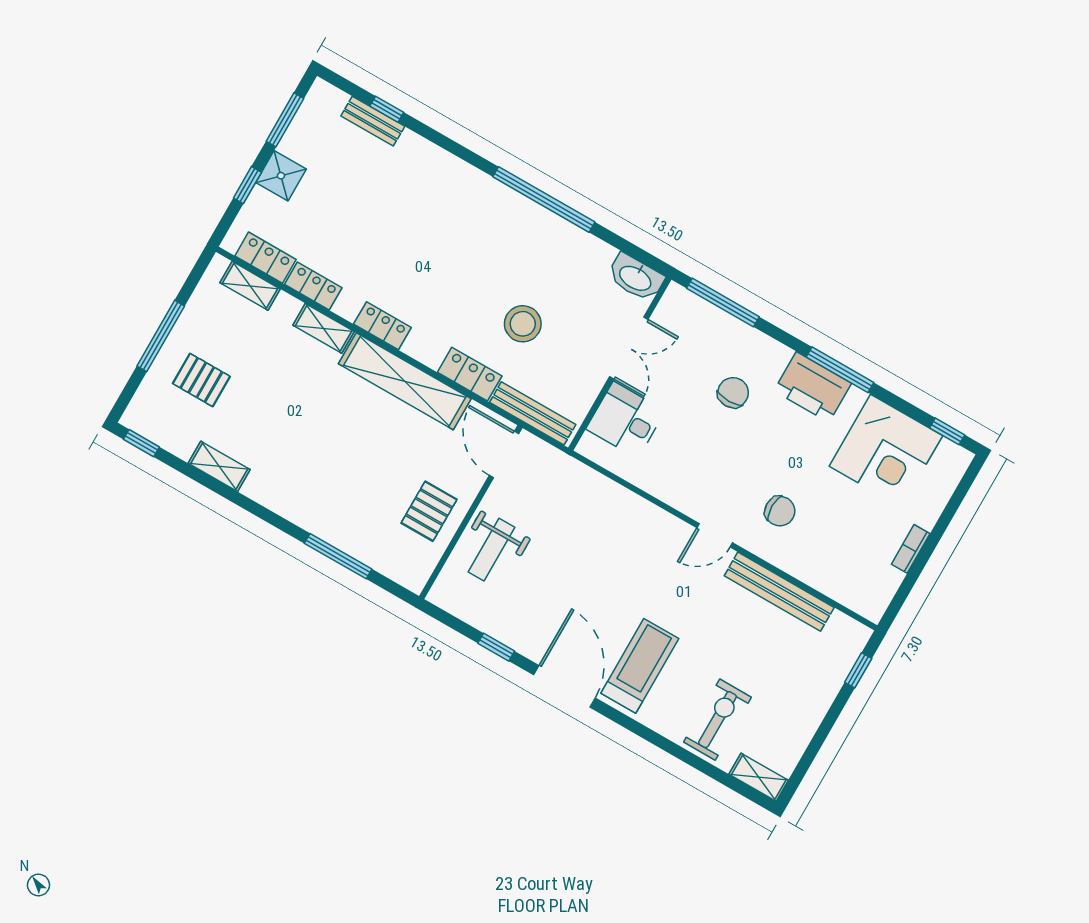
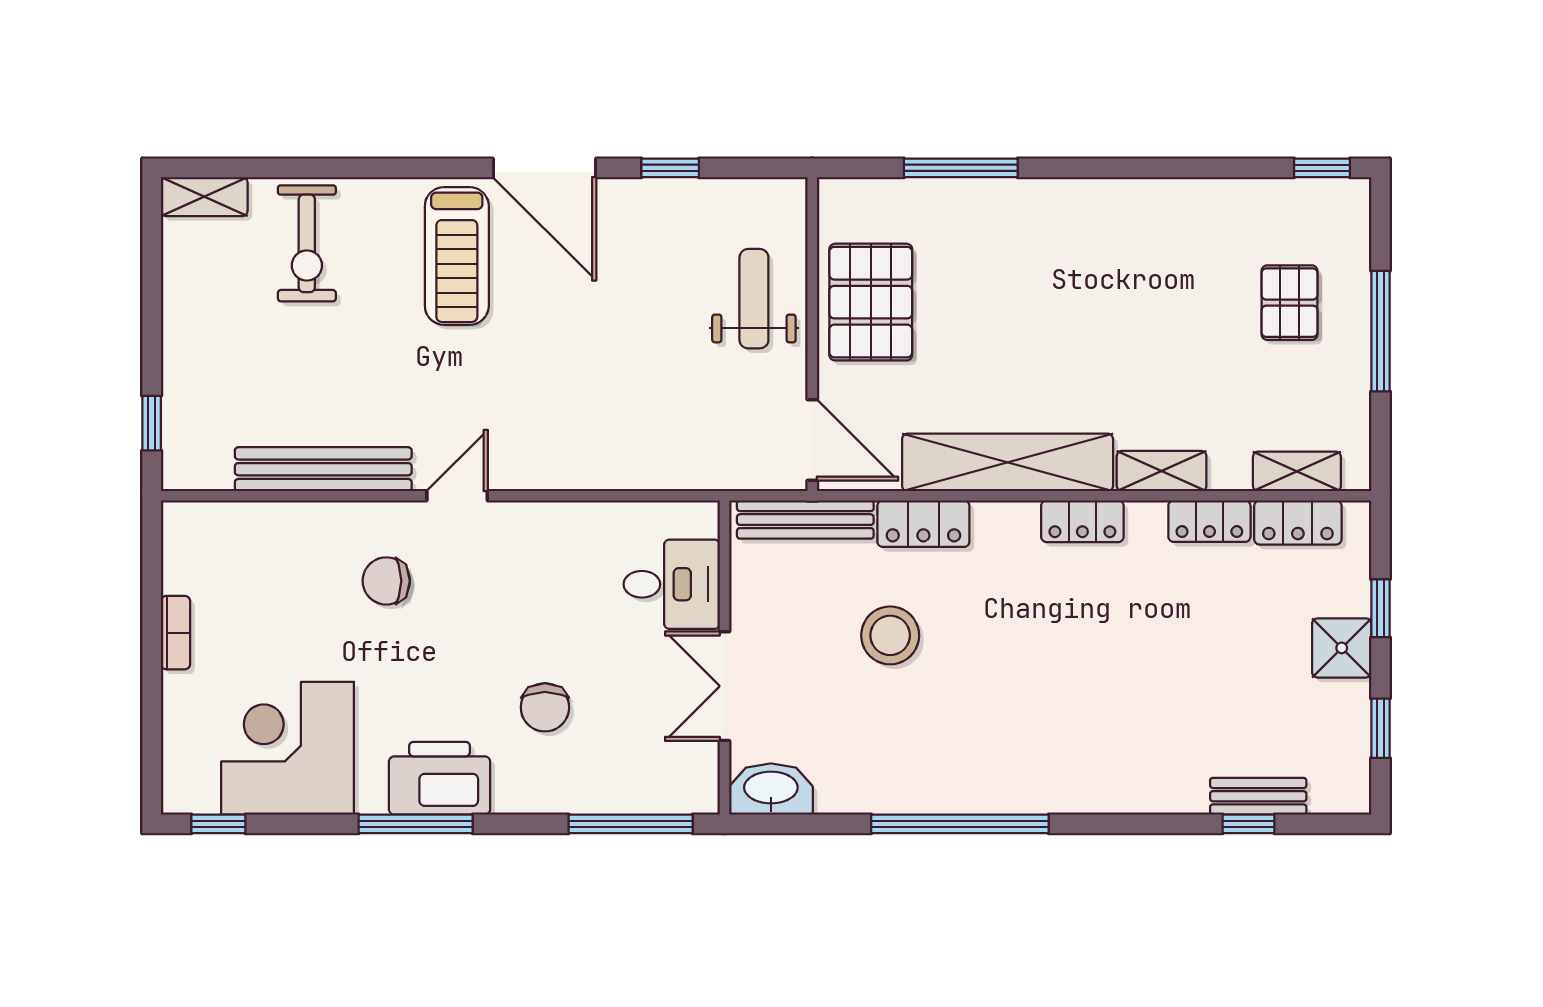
window: (285, 120) -> (1381, 728), width x0.67
pallet: (201, 380) -> (1290, 303), turned 90
shelving: (219, 466) -> (1196, 197), removed
pallet: (429, 511) -> (871, 302), width x1.50, depth x1.42

